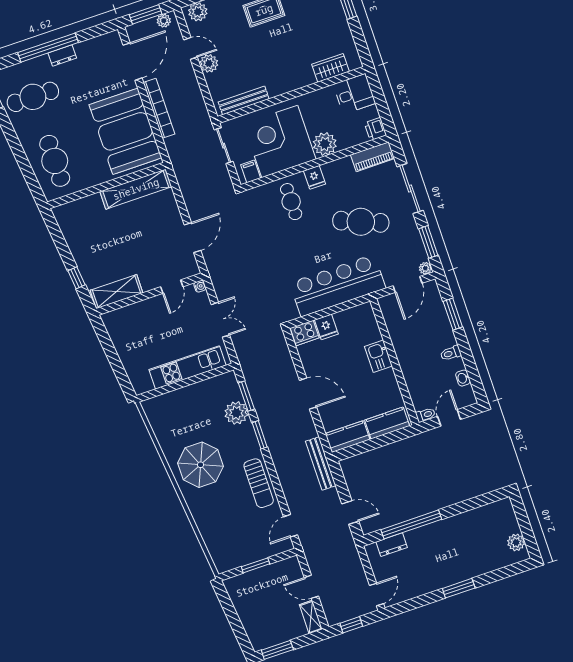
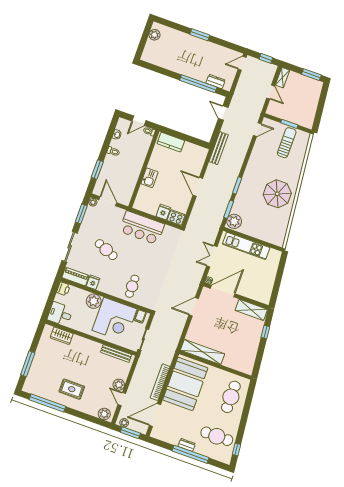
fridge: (315, 177) -> (93, 282), moved
cafe table: (361, 222) -> (106, 250), width x0.73, depth x0.74
door: (407, 284) -> (108, 201), hinge flipped
bar counter: (338, 285) -> (142, 228), width x0.73
door: (172, 287) -> (223, 291), width x1.88
plant: (236, 413) -> (234, 221), moved
kitchen counter: (348, 437) -> (195, 151), removed
sun lounger: (259, 483) -> (287, 143), moved

